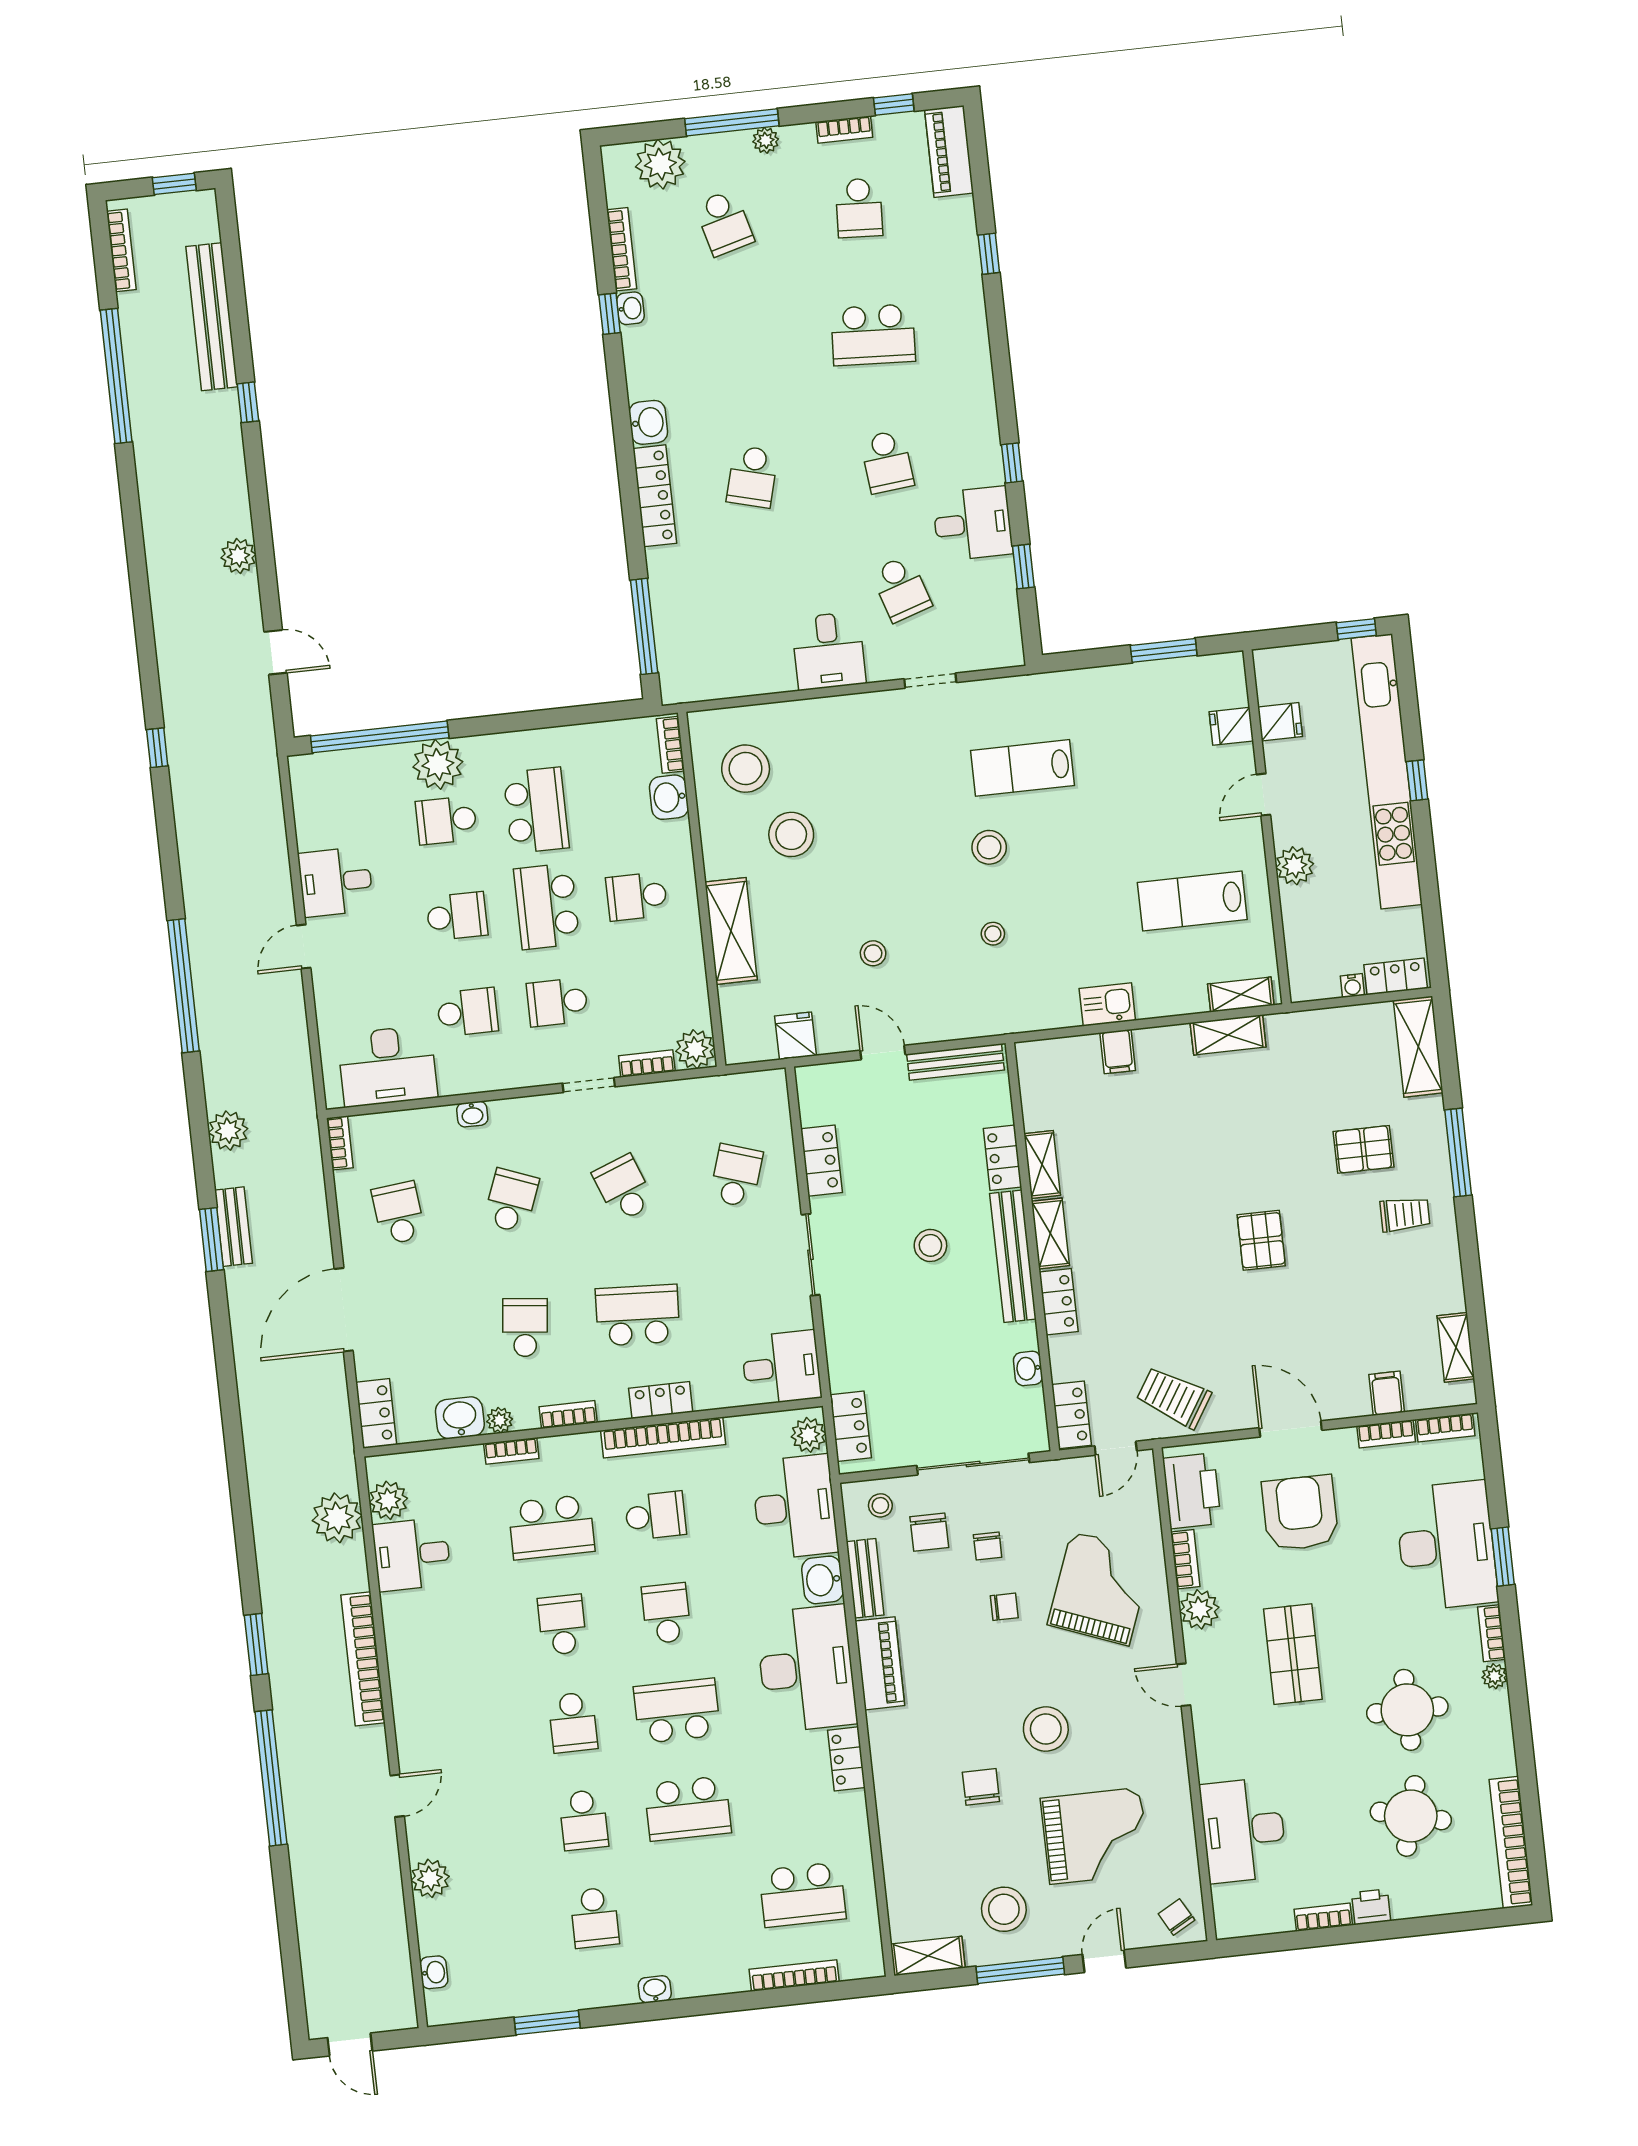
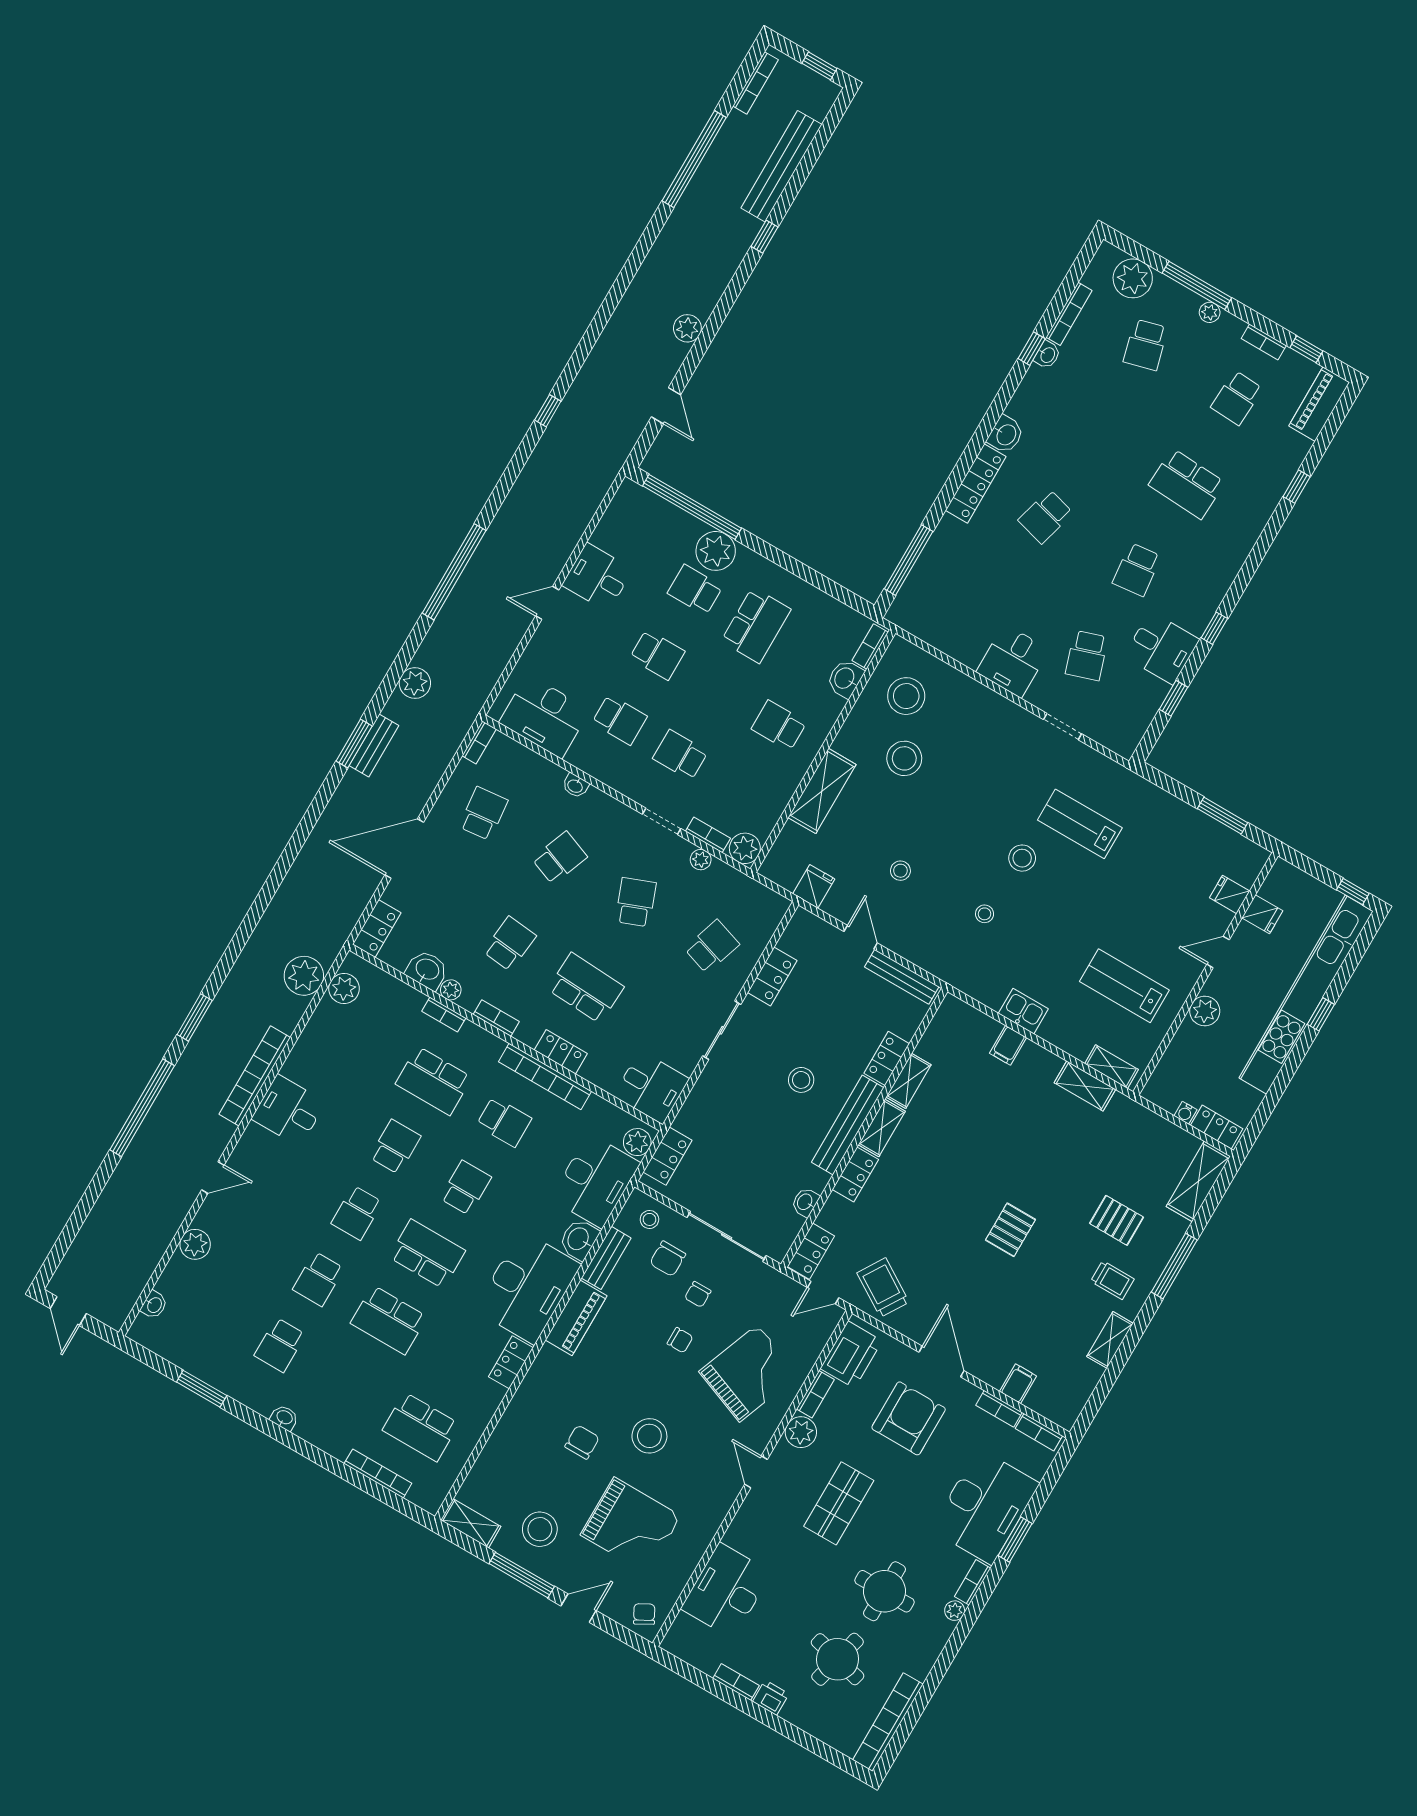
school desk: (547, 906) -> (718, 690), removed
plant: (658, 1095) -> (701, 860), added
shelving: (1456, 1347) -> (1110, 1340), moved
desk: (412, 1554) -> (289, 1110), moved

